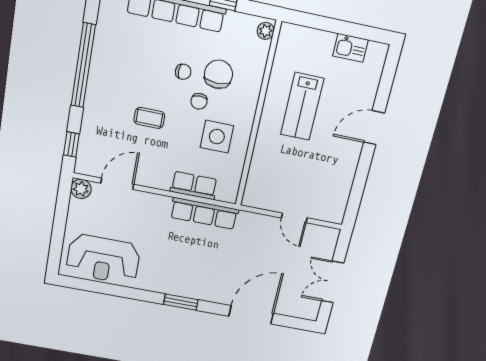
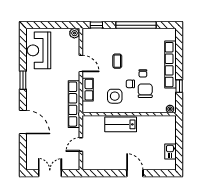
chair: (218, 74) -> (145, 91), turned -90
lab bench: (302, 107) -> (121, 124), moved
door: (117, 184) -> (81, 63), moved
row of seats: (204, 213) -> (74, 104), width x1.36
window: (181, 302) -> (23, 80), moved
door: (251, 315) -> (23, 122), moved

